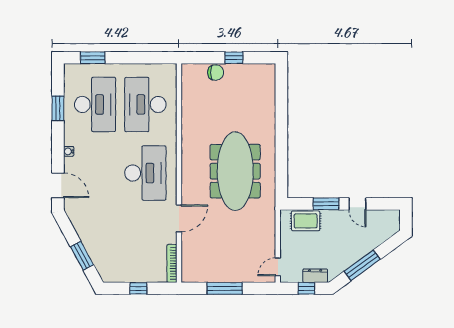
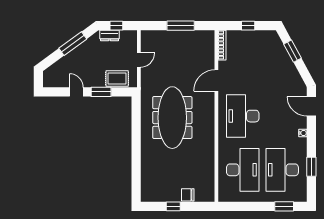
door: (278, 267) -> (139, 60), moved

